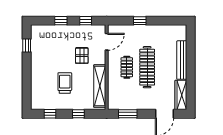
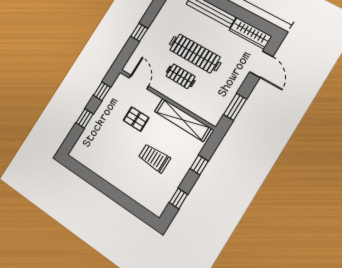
window: (27, 46) -> (86, 174), removed

